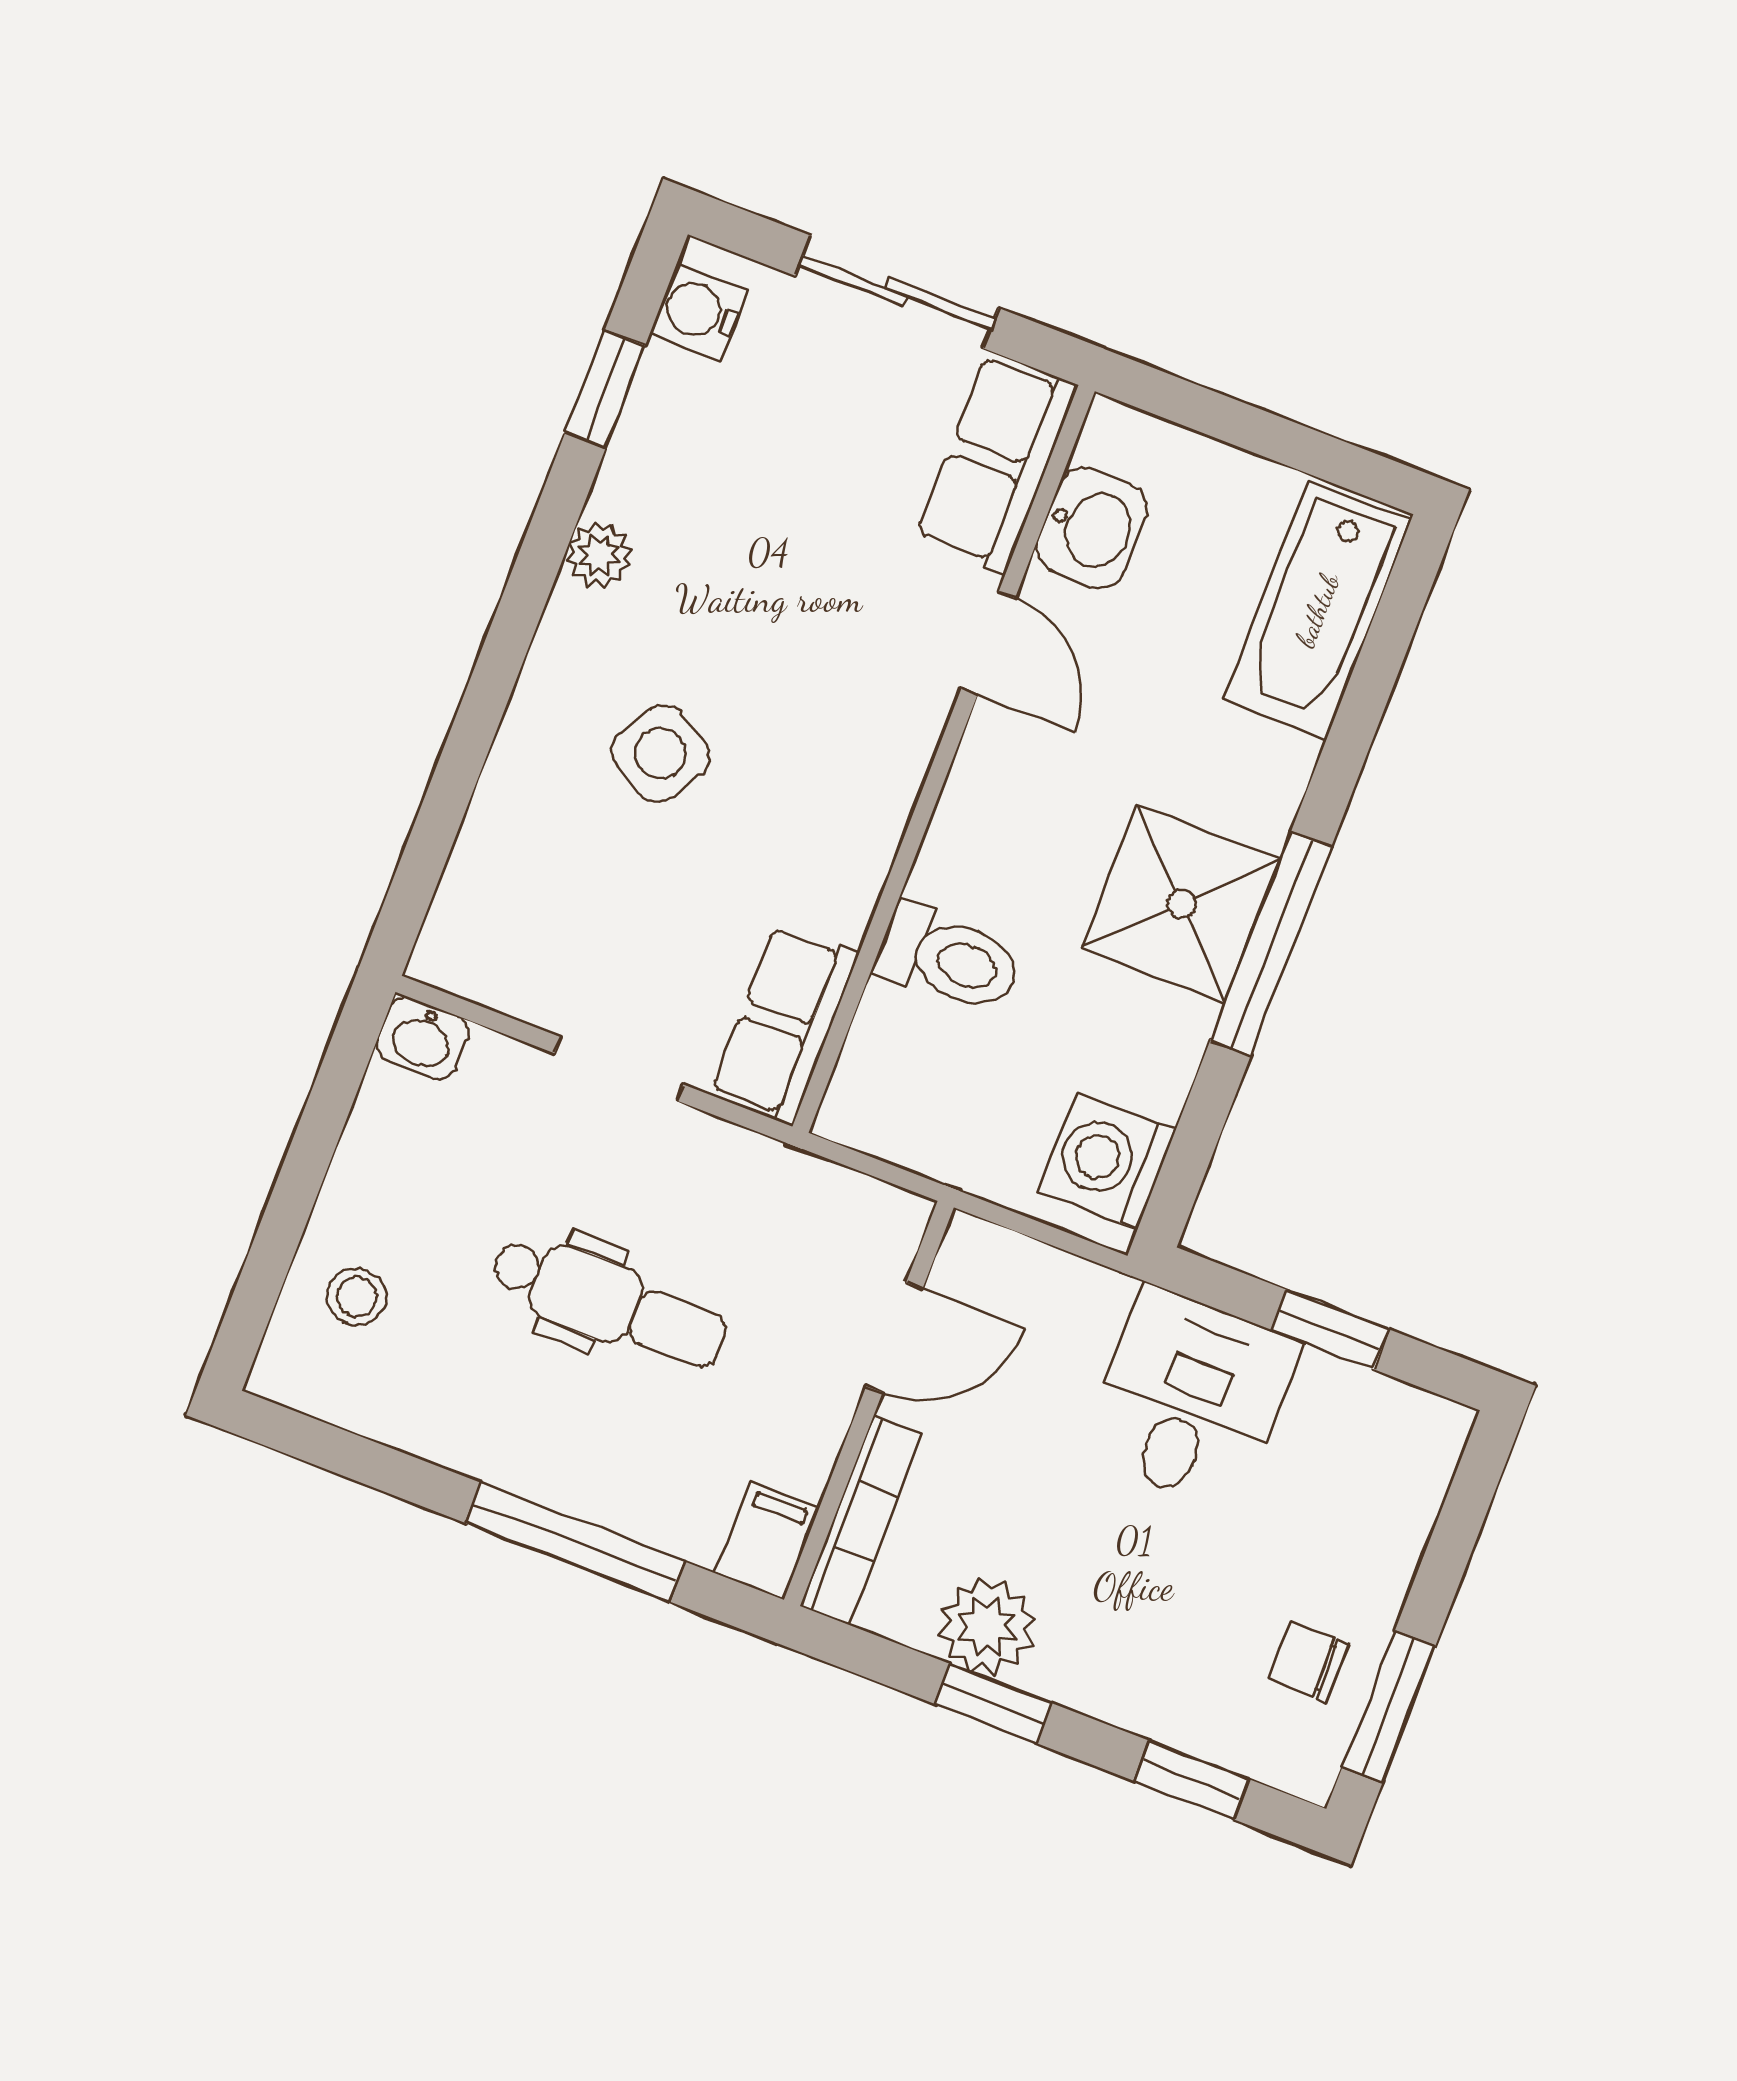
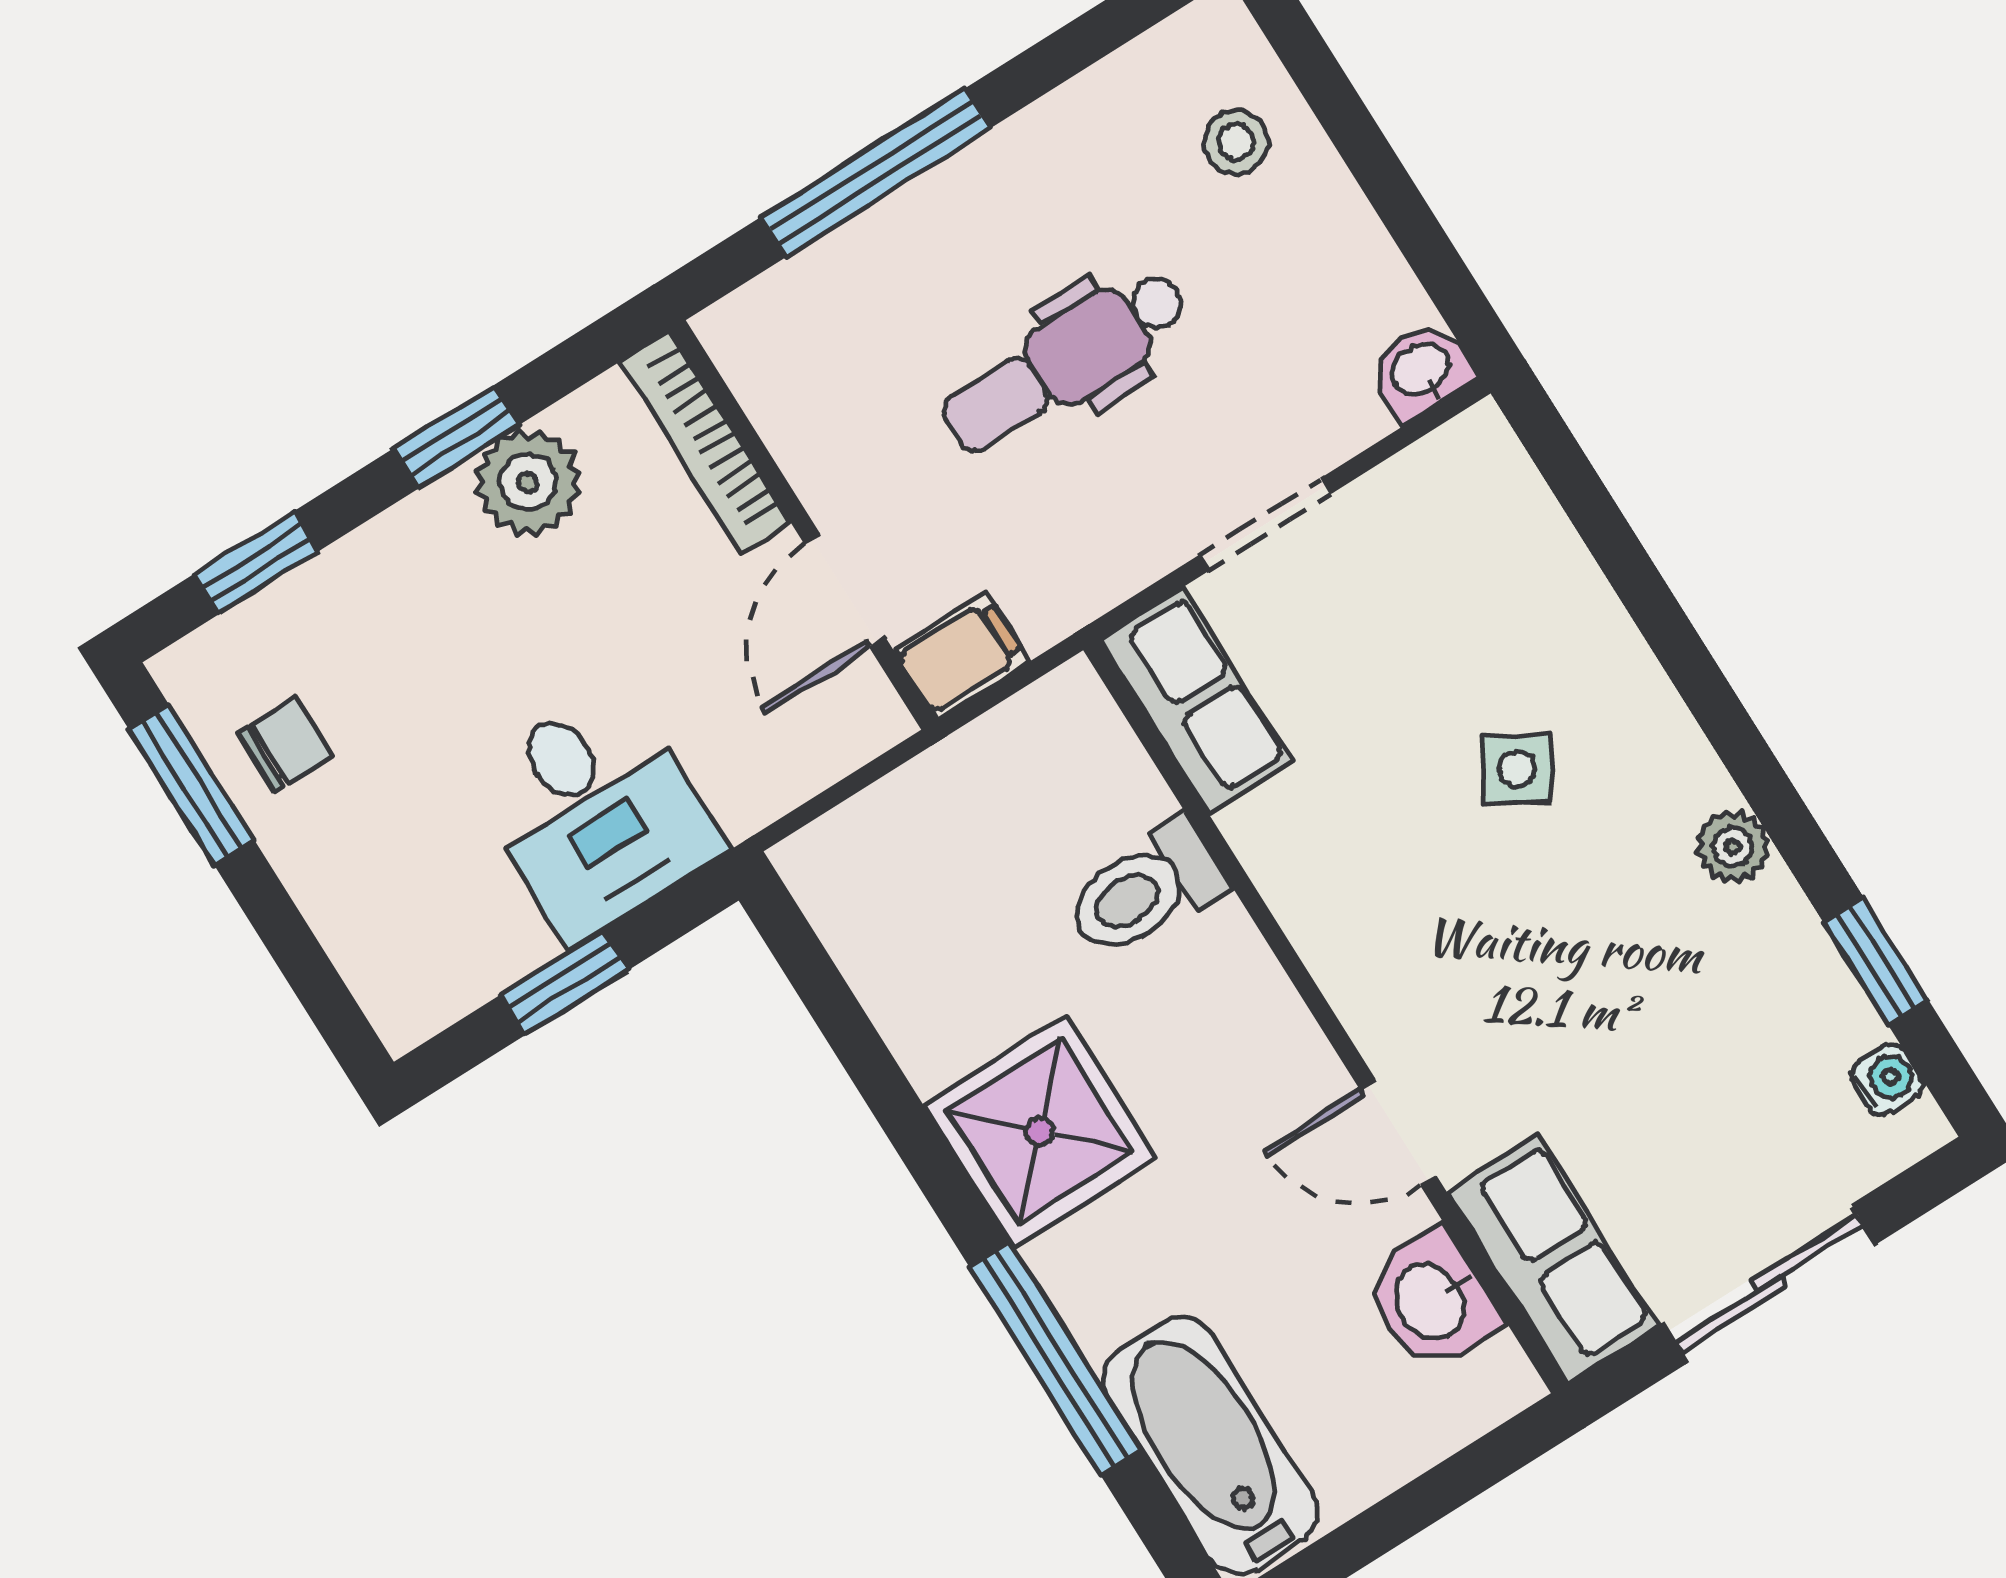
water cooler: (699, 311) -> (1887, 1079), width x0.72, depth x0.72
side table: (660, 753) -> (1517, 769), width x0.73, depth x0.73
window: (1271, 944) -> (1055, 1359), moved
washing machine: (1107, 1161) -> (861, 896), removed
filing cabinet: (767, 1540) -> (962, 656), moved, turned -90

